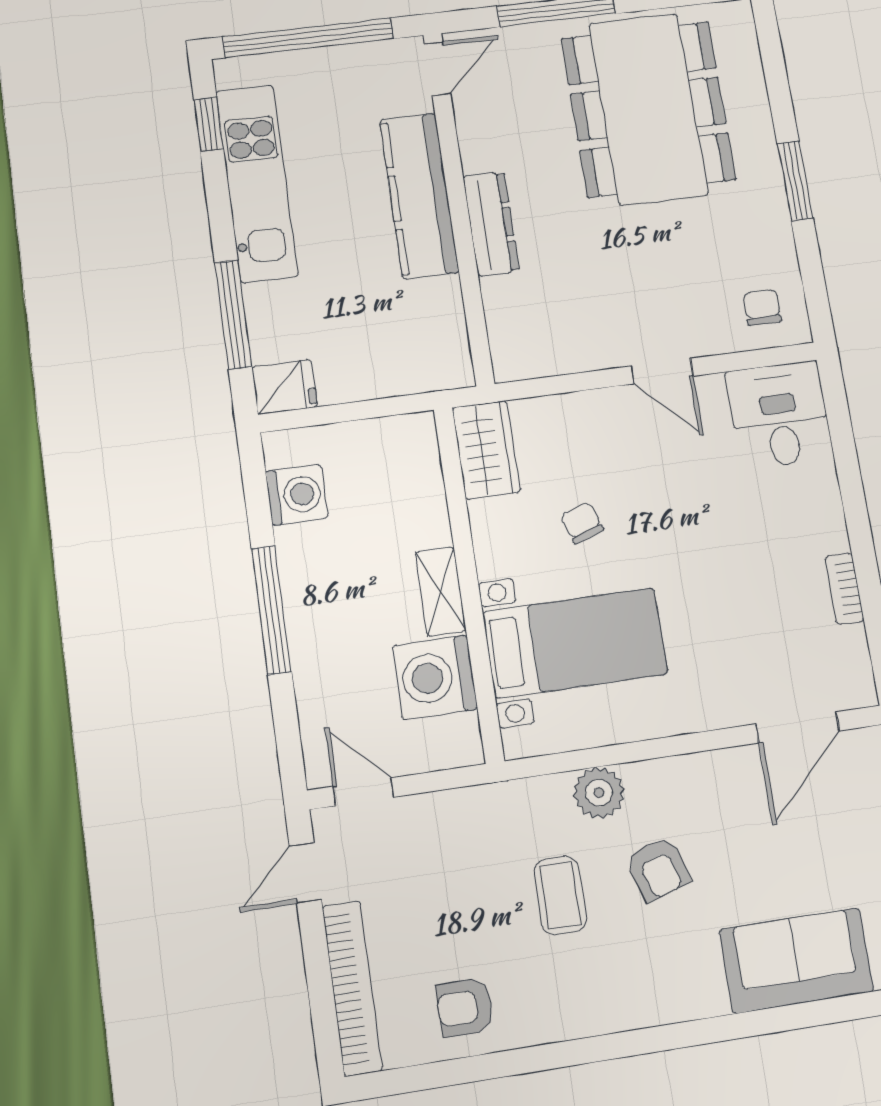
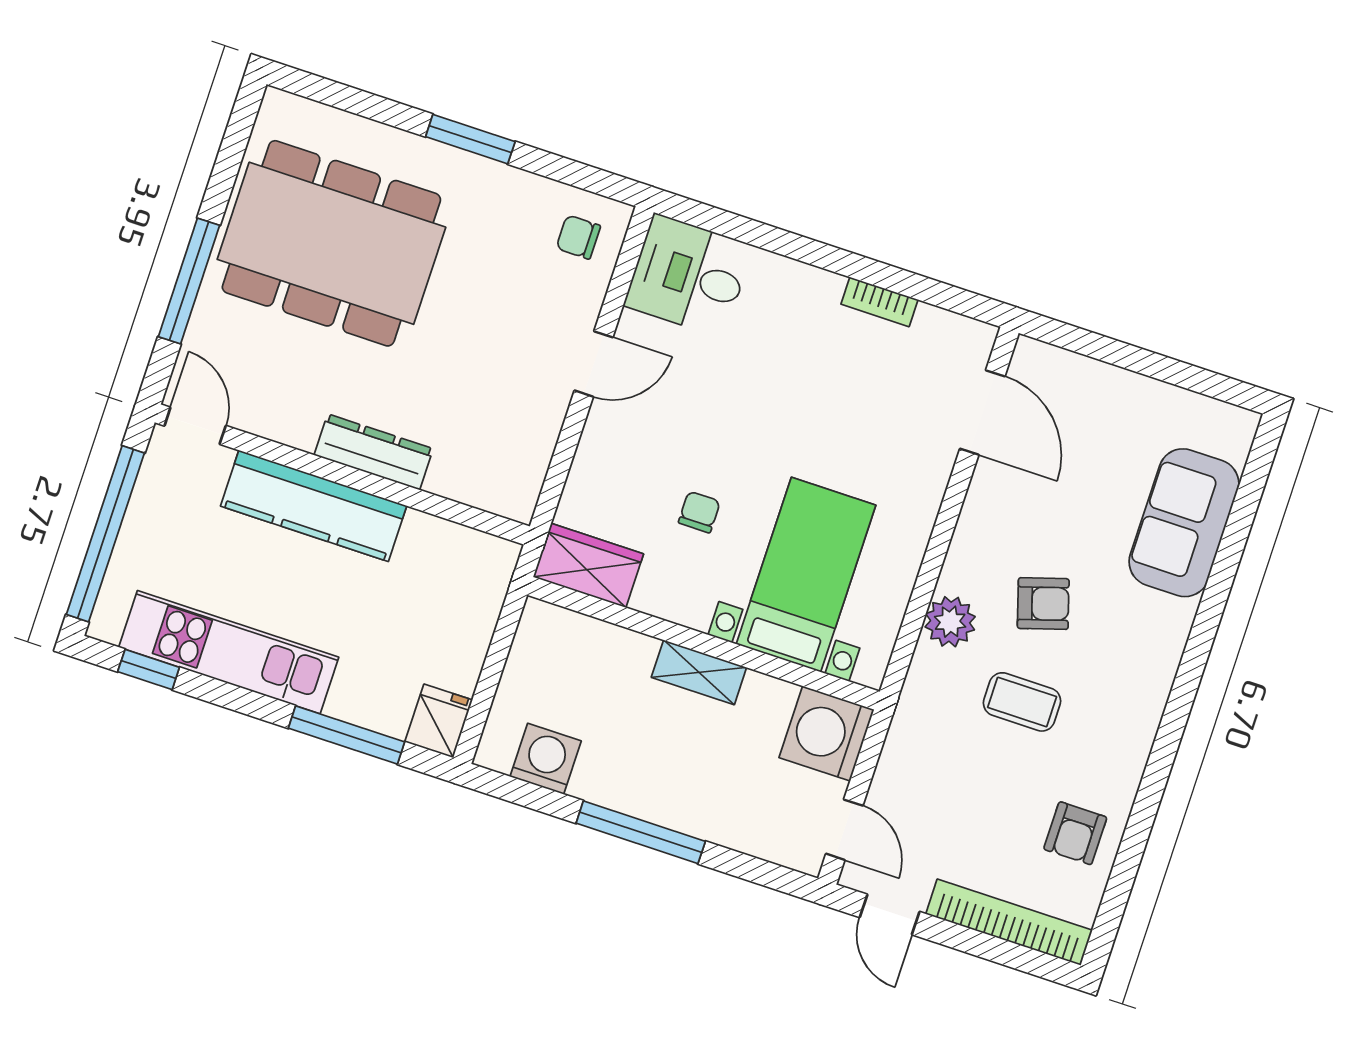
chair: (582, 523) -> (699, 512), turned 109
washing machine: (435, 677) -> (827, 734), moved, turned 90
door: (363, 792) -> (844, 830), swing flipped

